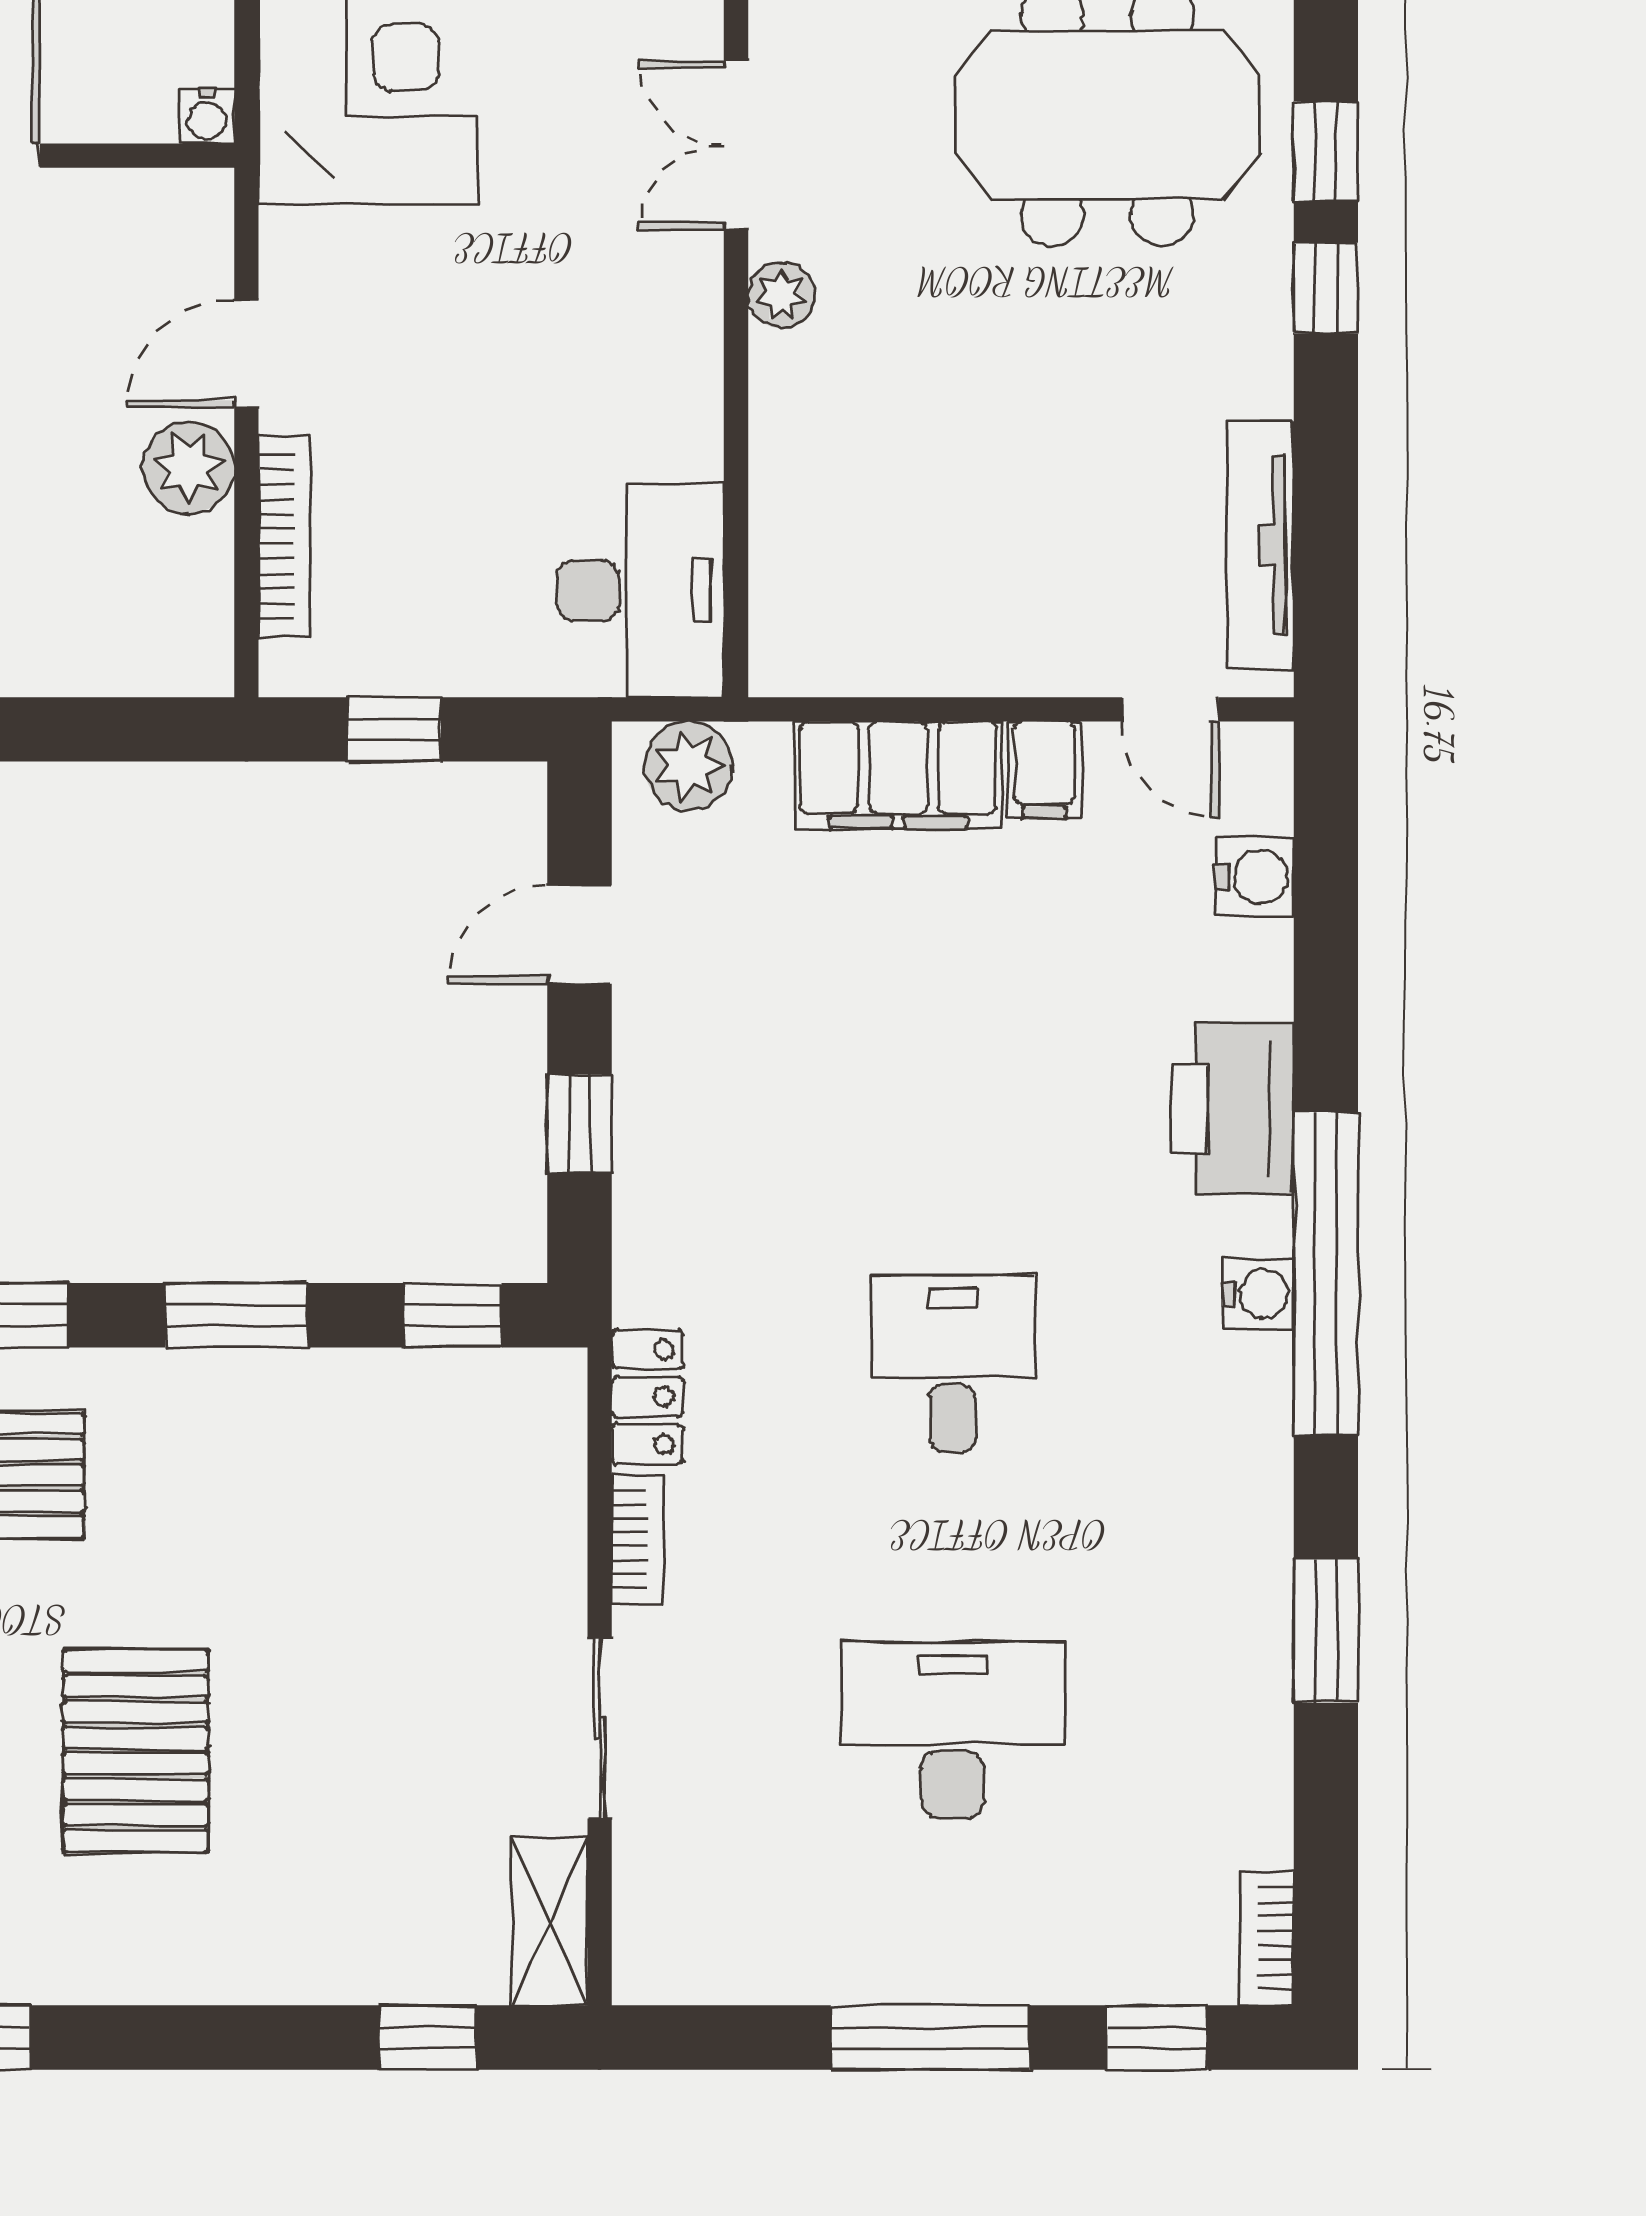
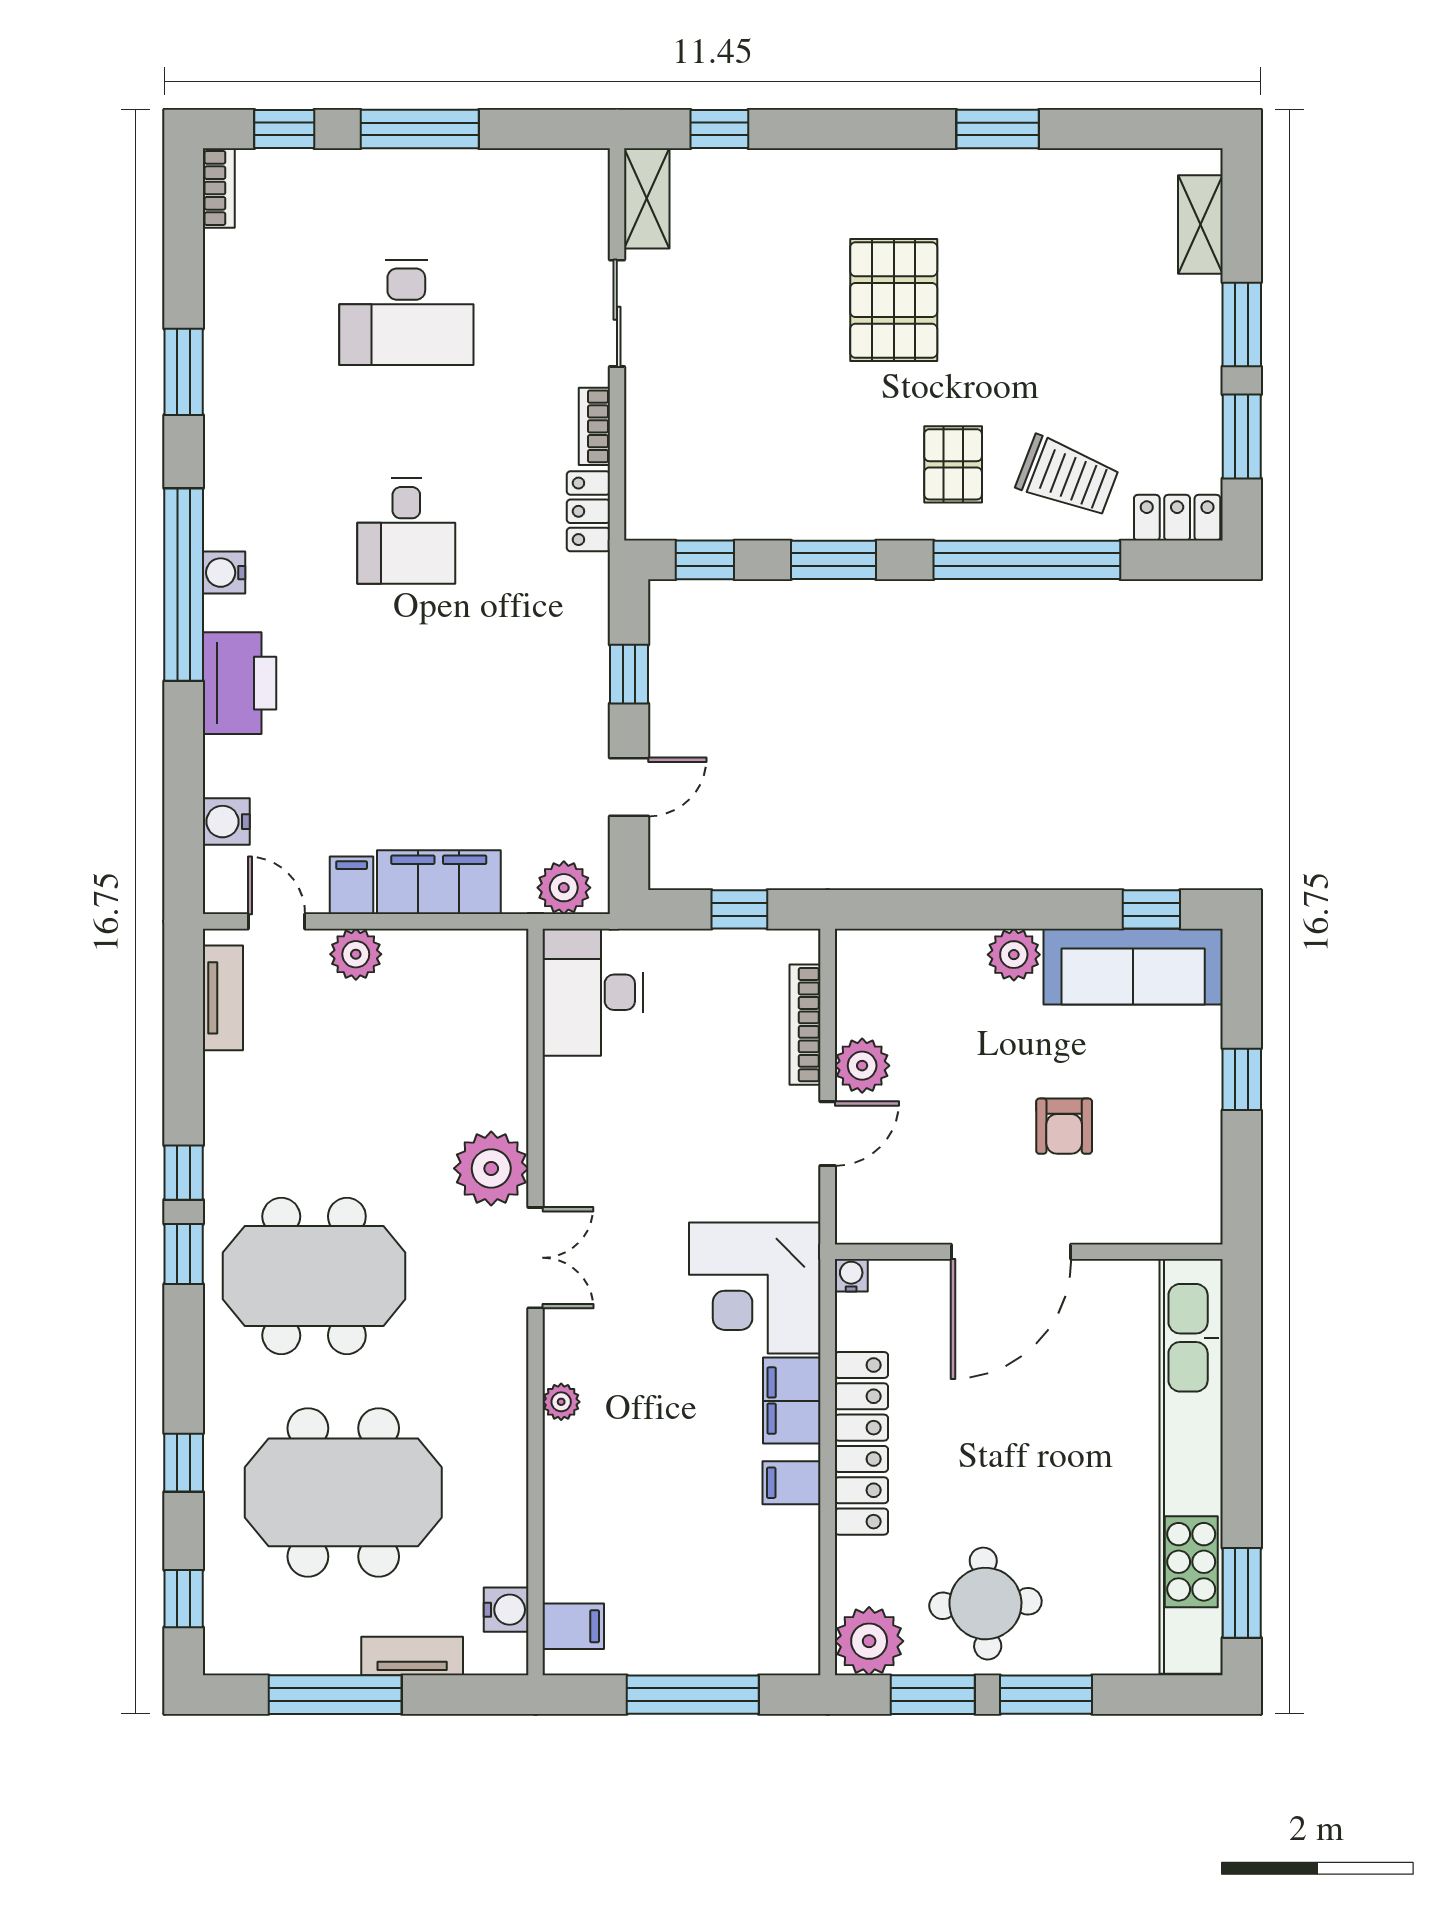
plant: (781, 295) -> (491, 1168), width x1.88, depth x1.88
tv unit: (1260, 545) -> (223, 998), width x0.71
plant: (1037, 654) -> (356, 954), added

